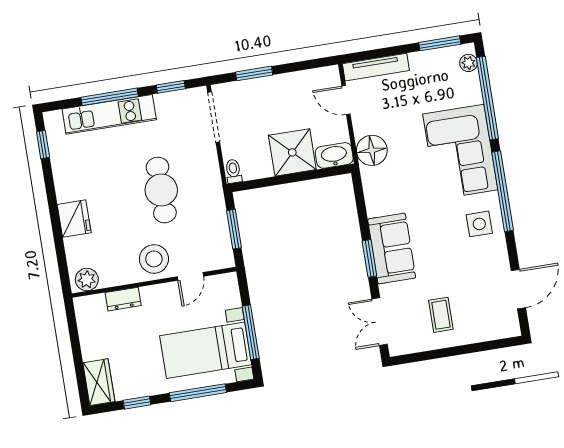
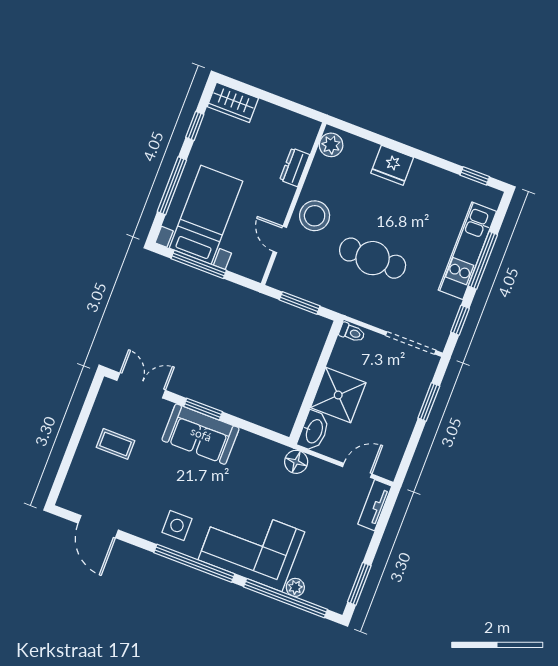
plant: (468, 63) -> (295, 587), moved
tv unit: (376, 67) -> (375, 505), width x0.71
floor lamp: (372, 150) -> (296, 462), width x0.73, depth x0.73

